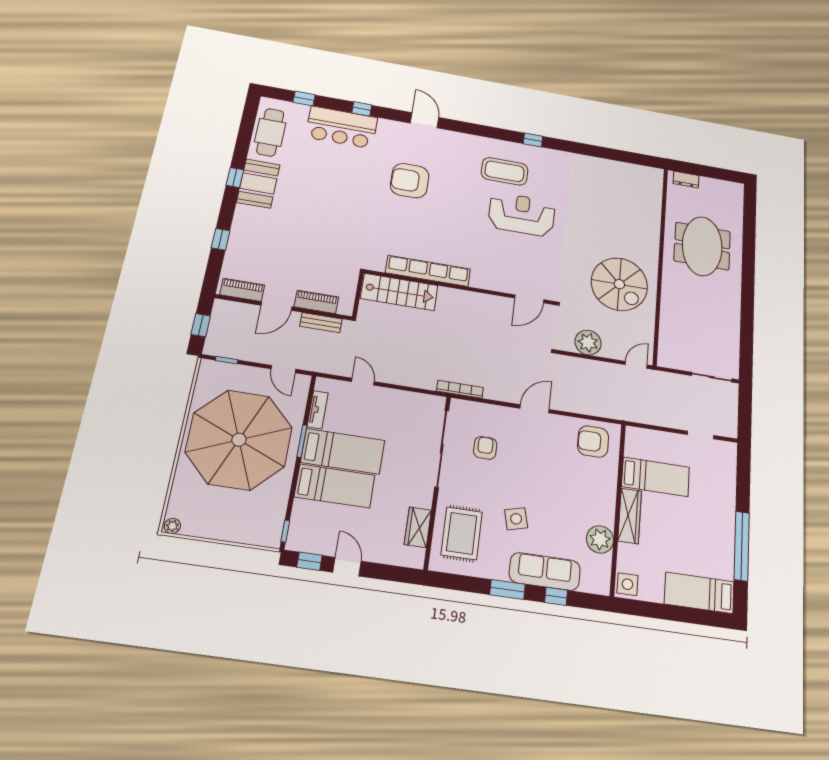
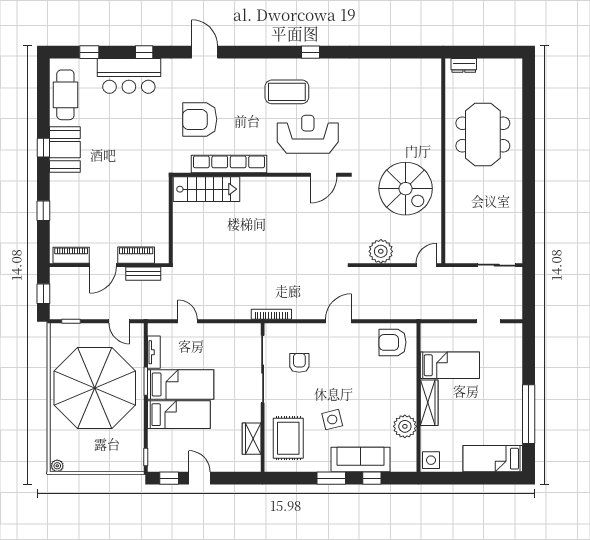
row of seats: (428, 271) -> (229, 164), moved
wall: (461, 287) -> (260, 175), moved
stairs: (399, 292) -> (206, 189), moved
door: (529, 299) -> (323, 175), moved

